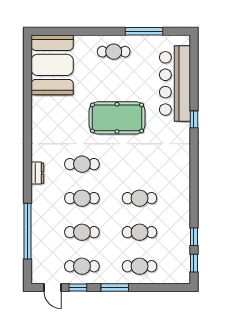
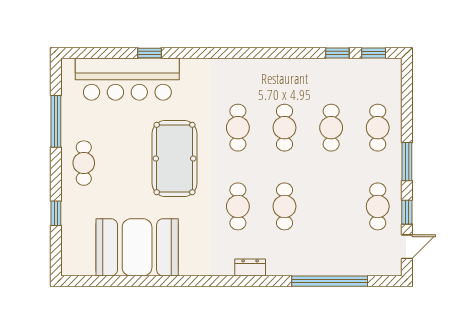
window: (77, 31) -> (56, 213), added
booth: (52, 65) -> (137, 247), moved
window: (194, 119) -> (149, 53), moved
cafe table: (82, 232) -> (238, 128), moved

